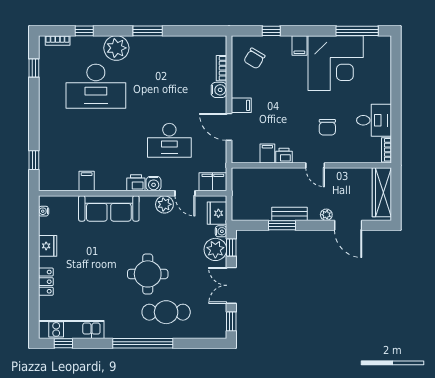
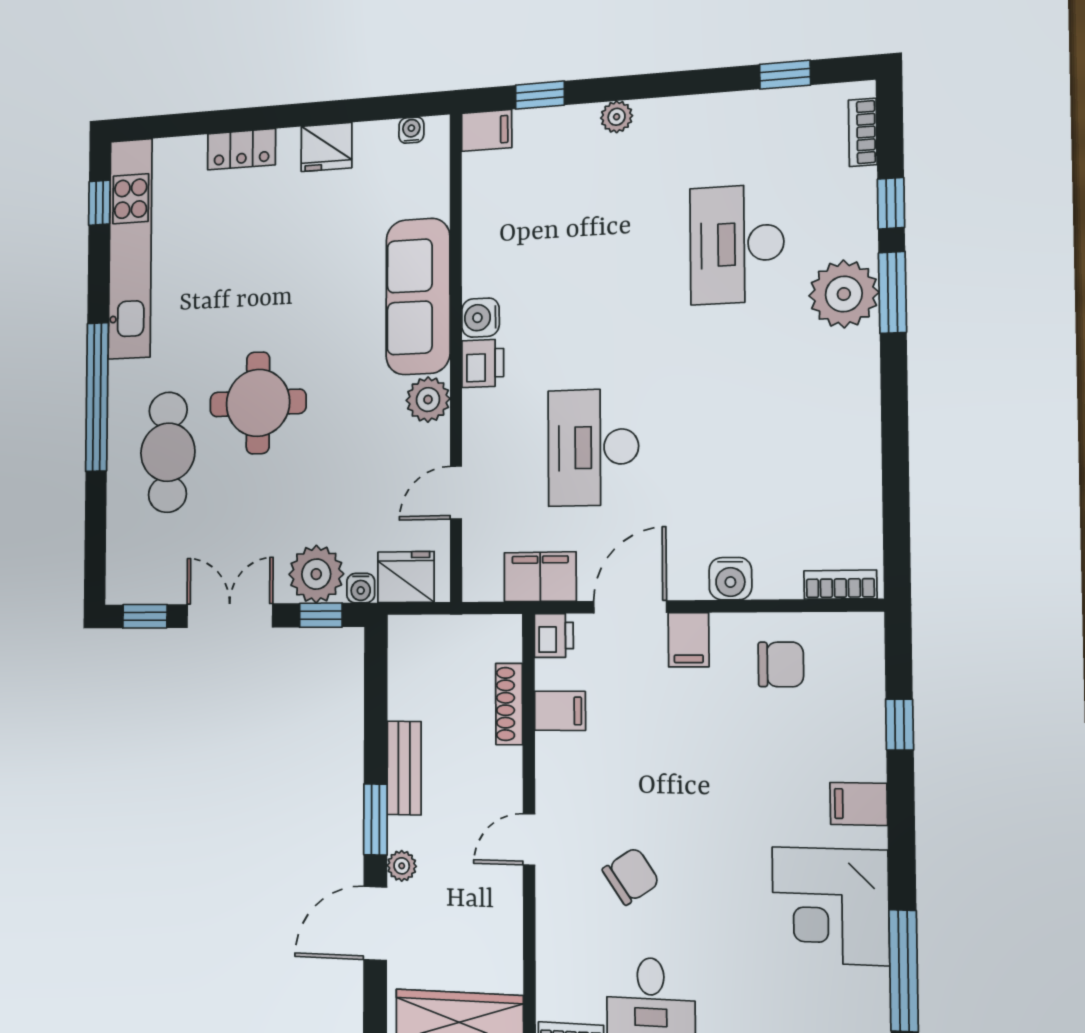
window: (148, 31) -> (892, 293), moved
chair: (254, 58) -> (781, 664), moved, turned 149
corner desk: (336, 63) -> (830, 906), width x0.74, depth x0.74
bookcase: (222, 68) -> (840, 585), moved
desk: (96, 86) -> (737, 244), width x0.73, depth x0.77
chair: (327, 127) -> (631, 876), turned 146
plant: (45, 131) -> (617, 117), added
printer: (284, 156) -> (554, 636), moved
shoe rack: (265, 173) -> (509, 704), added
filing cabinet: (87, 181) -> (487, 130), moved
filing cabinet: (213, 182) -> (540, 577), moved, turned -90
water cooler: (154, 184) -> (480, 318), moved
plant: (164, 204) -> (428, 400), moved
window: (282, 225) -> (375, 819), moved
kitchen unit: (71, 329) -> (130, 249), width x1.36

